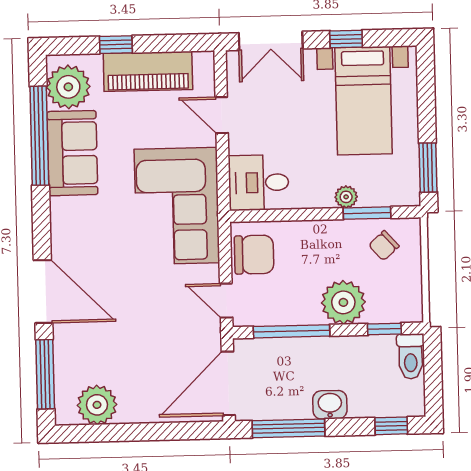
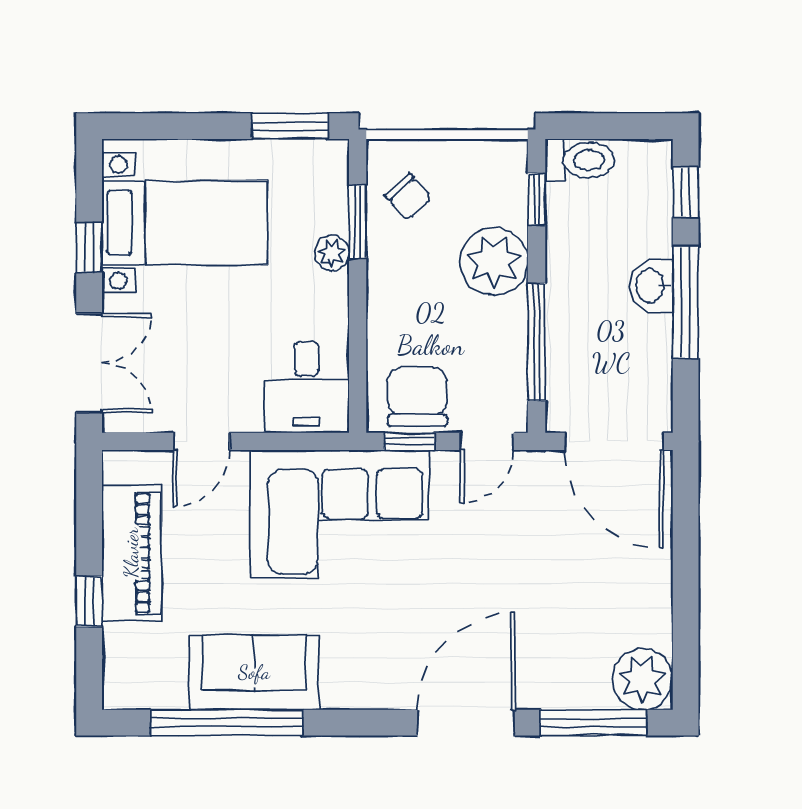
plant: (68, 87) -> (152, 676), removed
window: (225, 250) -> (409, 441), added
plant: (97, 405) -> (642, 679), moved
window: (288, 428) -> (686, 303), moved

